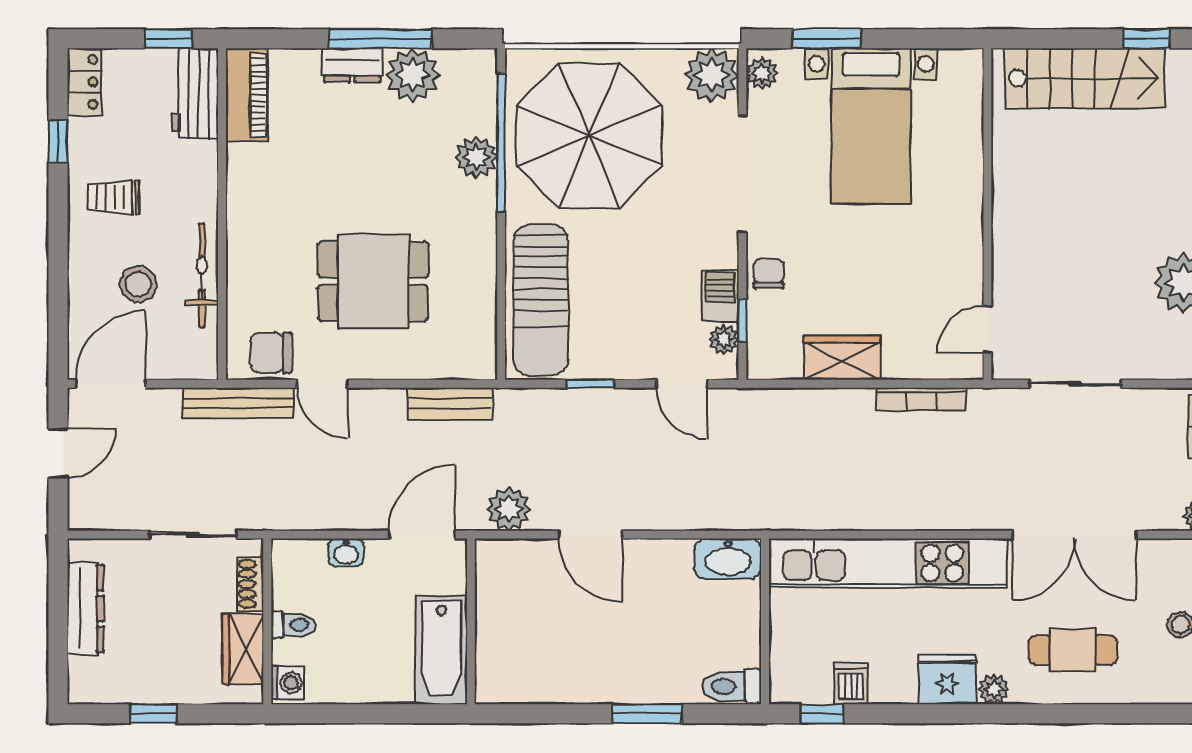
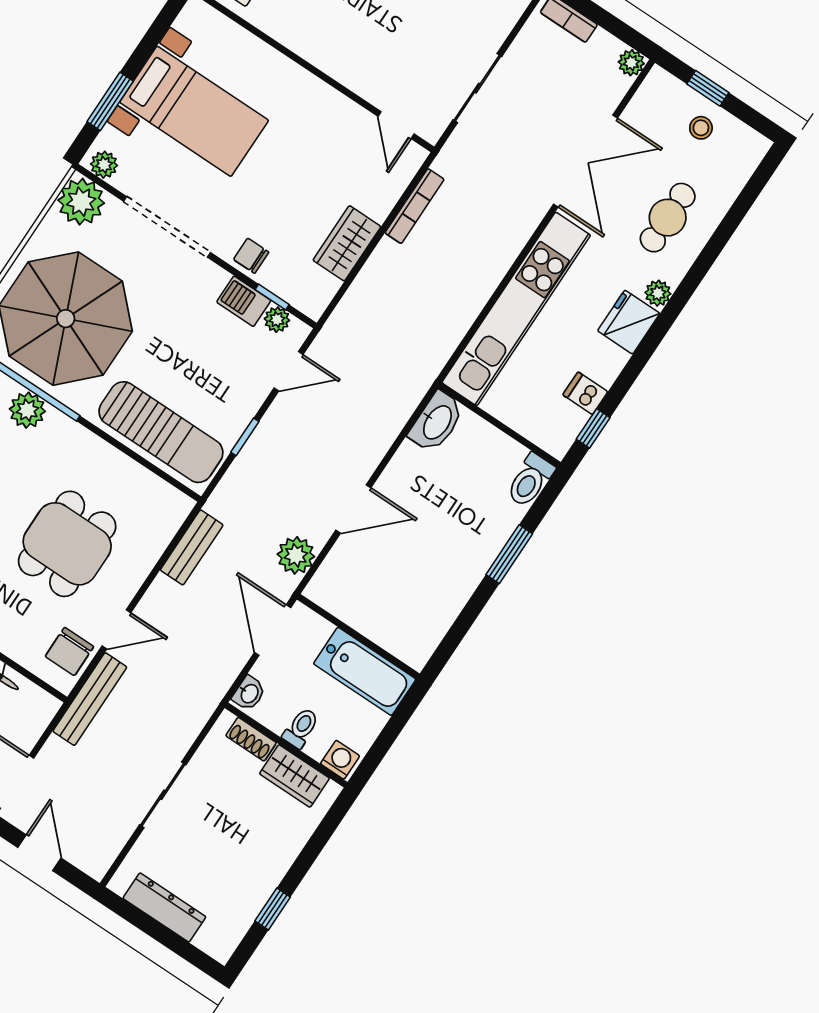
shoe rack: (250, 584) -> (251, 739), moved
wall: (267, 621) -> (286, 745), moved
toilet: (293, 625) -> (301, 728), moved
wardrobe: (243, 649) -> (294, 776), moved
washing machine: (288, 683) -> (340, 760), moved

